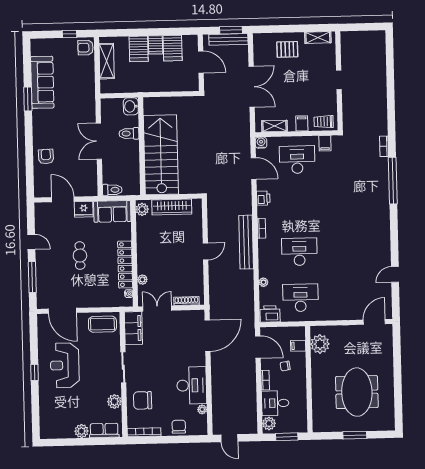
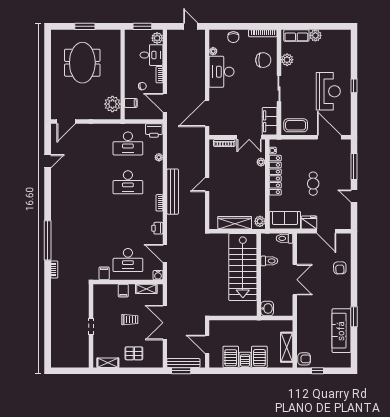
trolley: (324, 122) -> (130, 320), moved
toilet: (129, 133) -> (269, 261), moved

